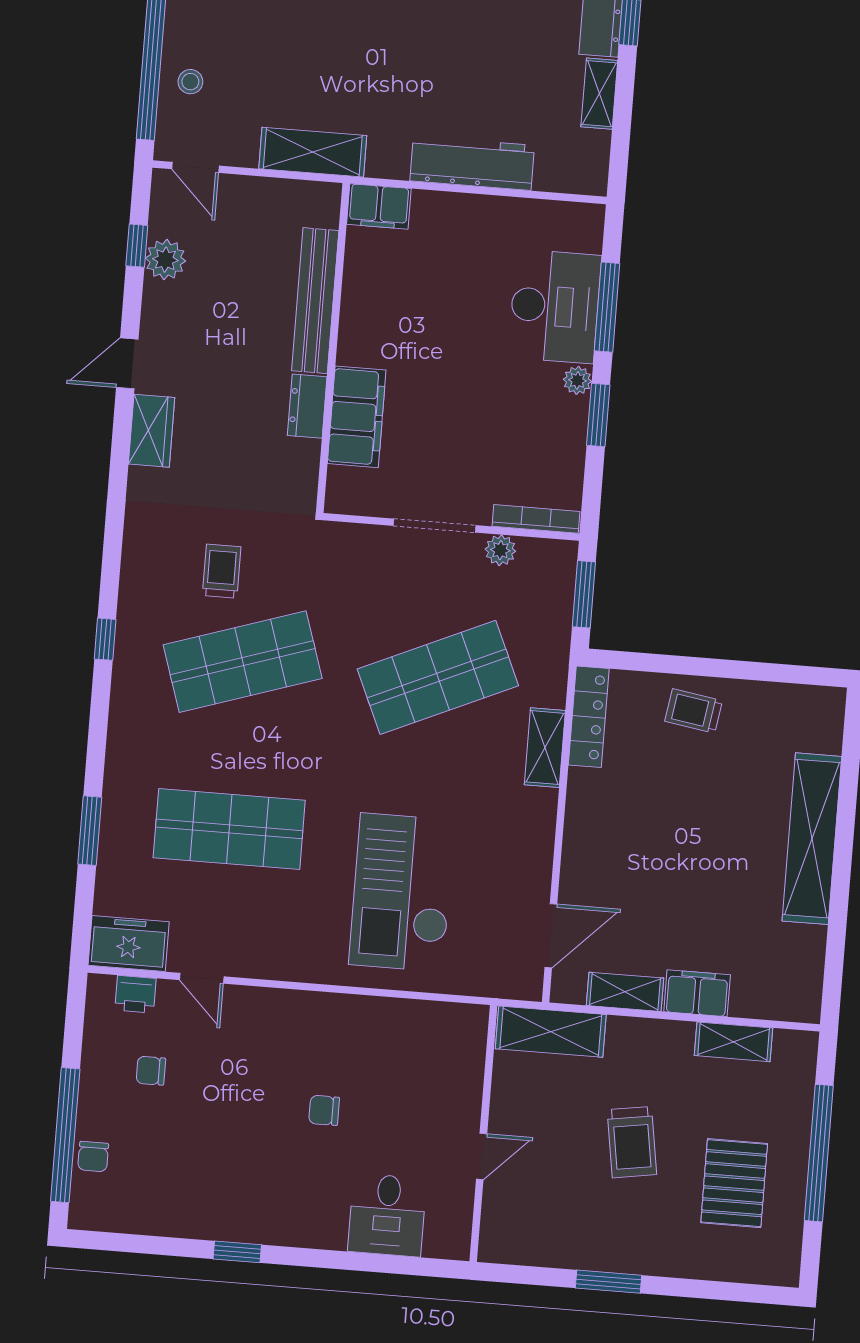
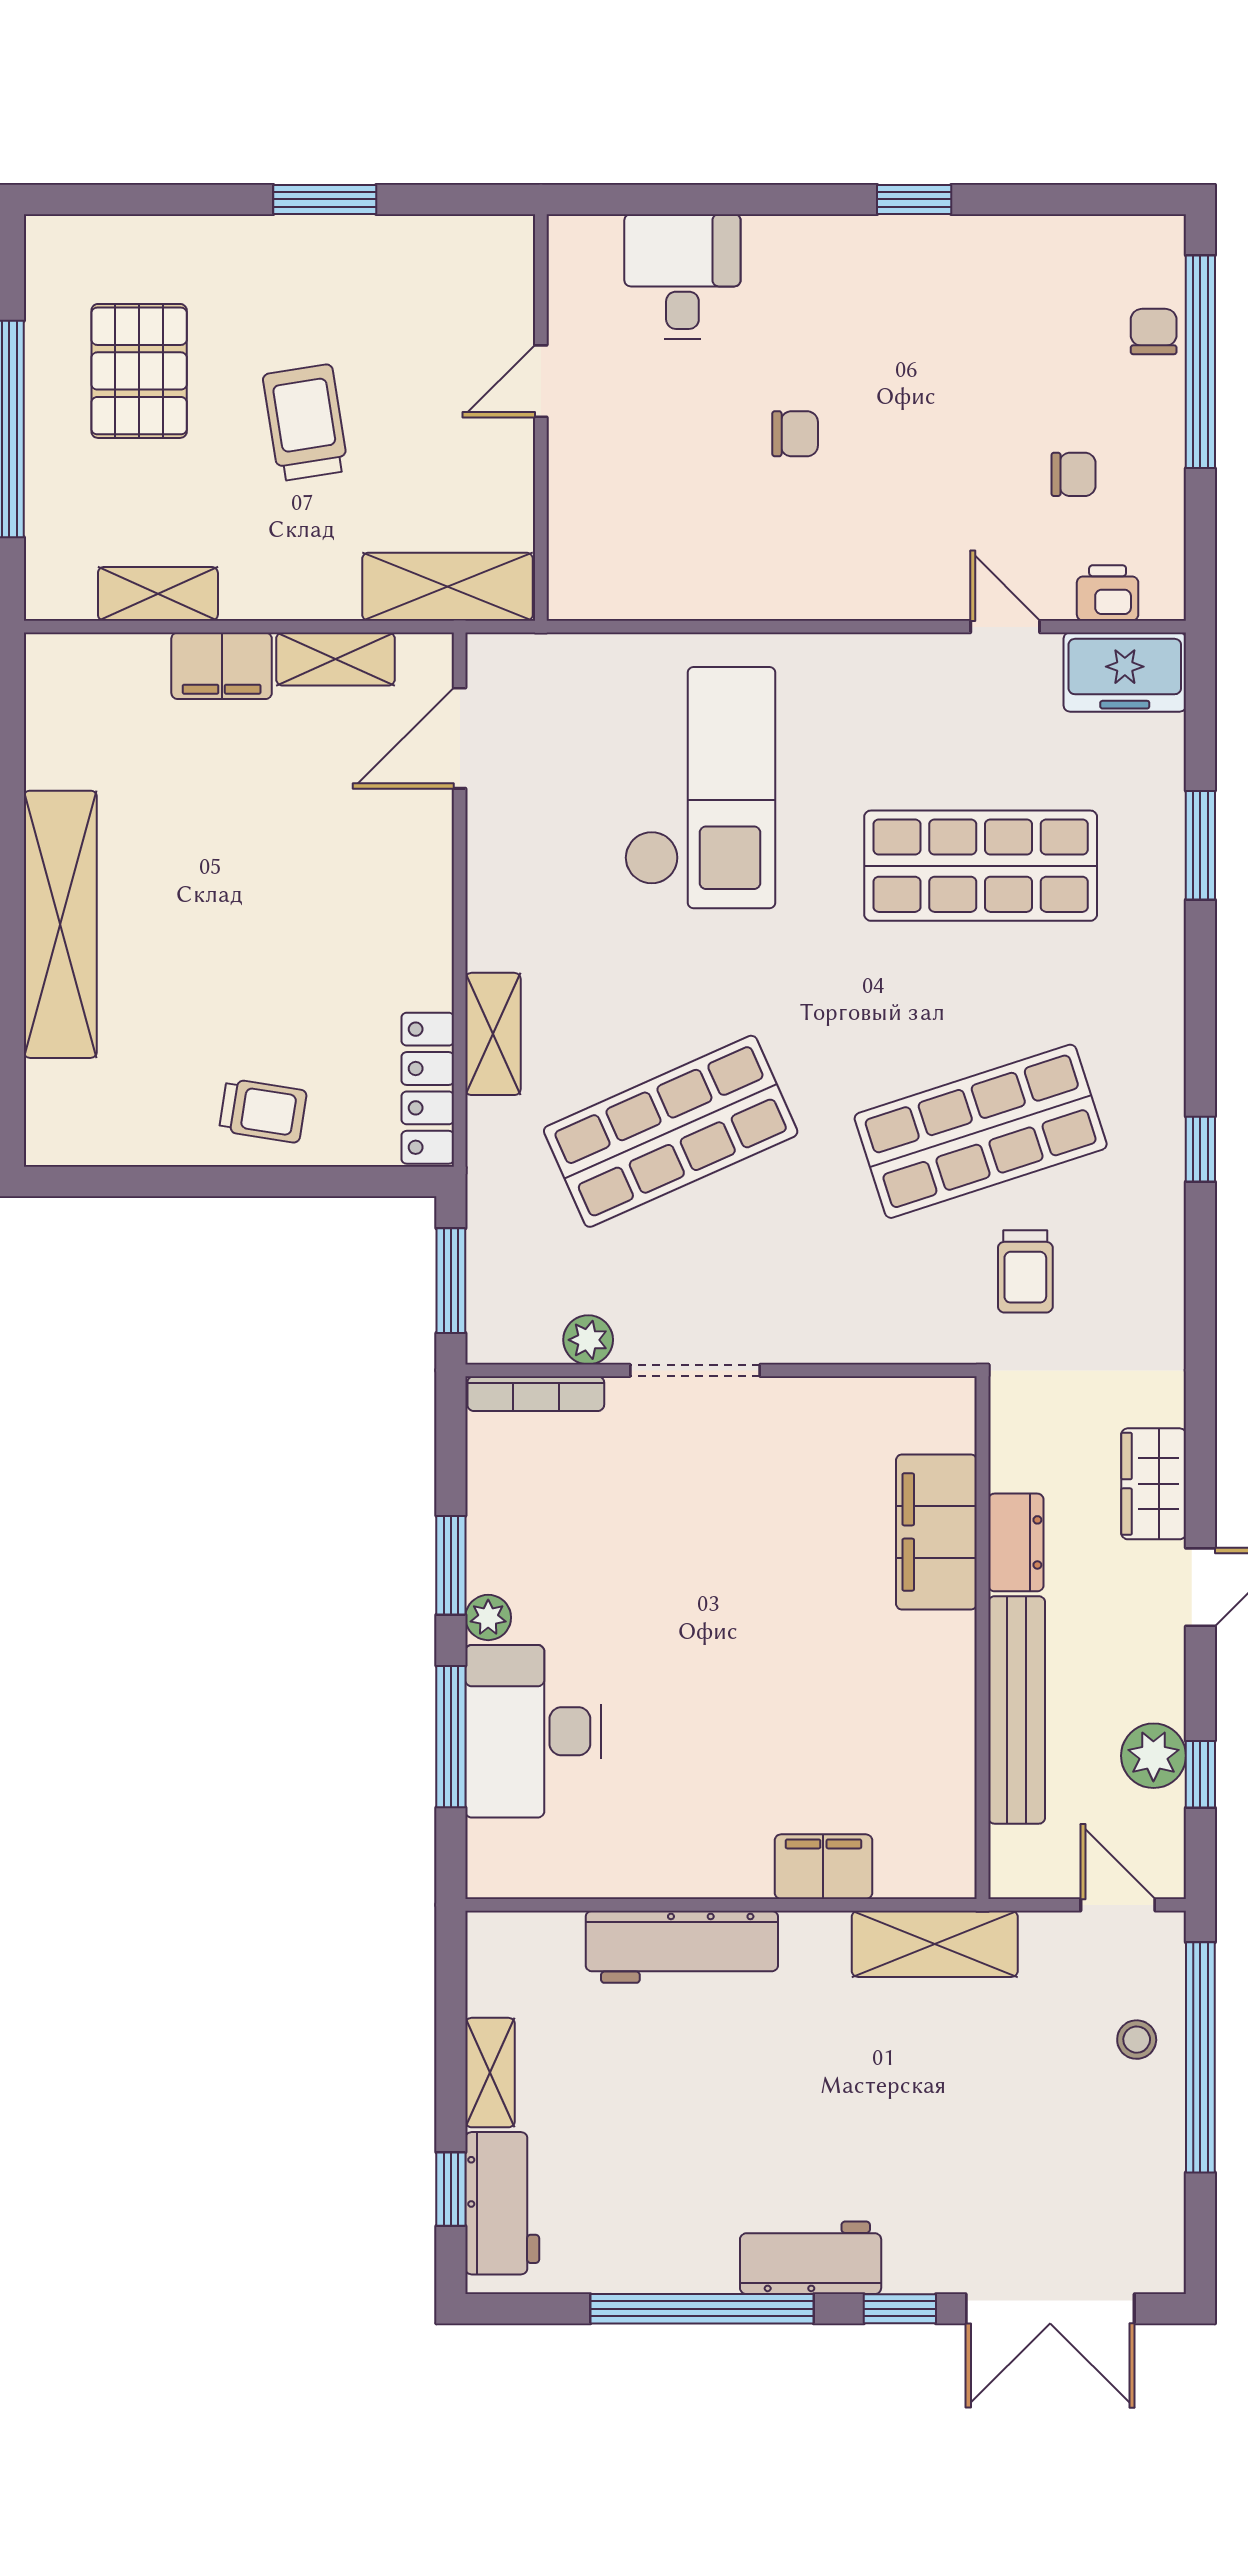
bench: (315, 301) -> (1017, 1710), moved
wall: (333, 348) -> (983, 1638), moved
dresser: (307, 406) -> (1016, 1542), moved
filing cabinet: (357, 417) -> (936, 1532), moved

